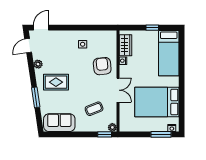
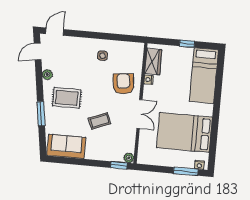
coffee table: (94, 109) -> (99, 121), moved

